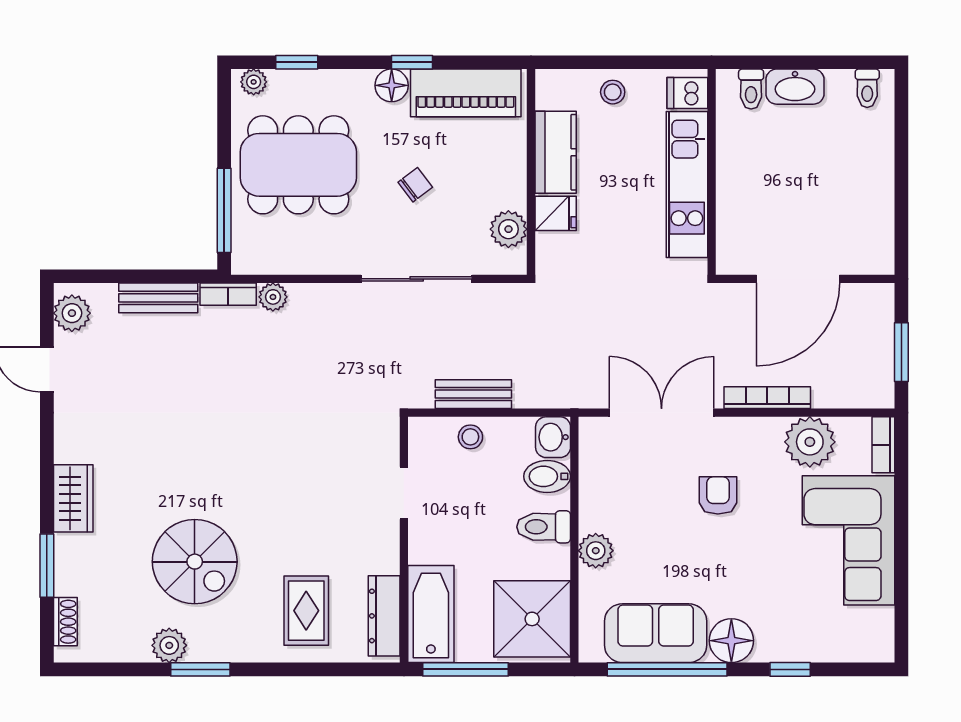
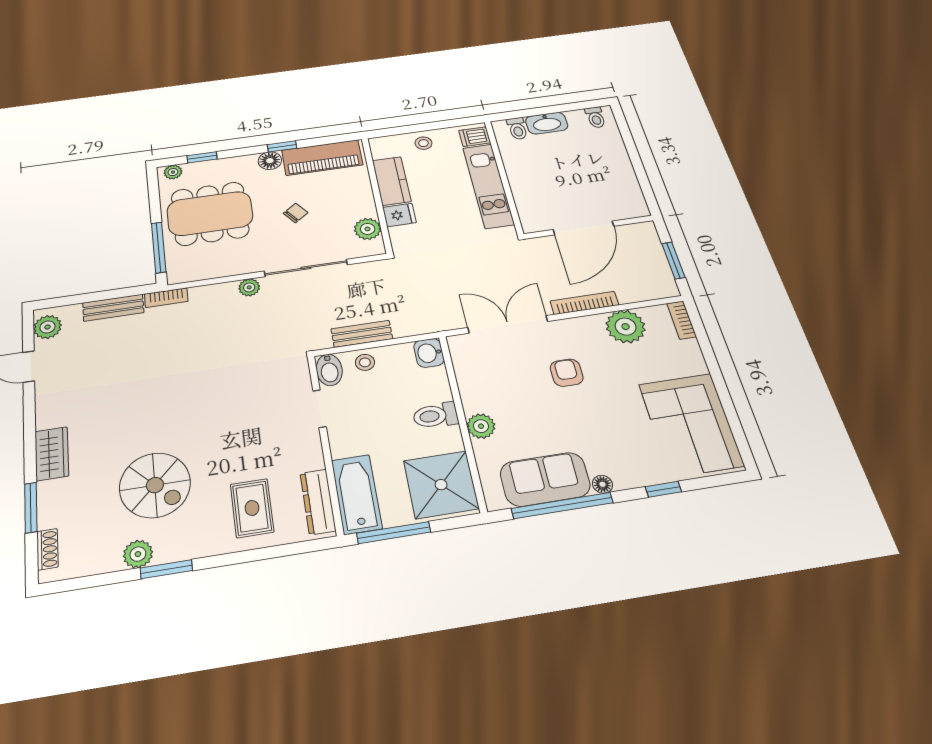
plant: (273, 297) -> (249, 287), moved
bidet: (547, 476) -> (329, 370), moved, turned -90
corner sofa: (848, 540) -> (691, 425), moved
floor lamp: (731, 641) -> (602, 484), width x0.53, depth x0.53

